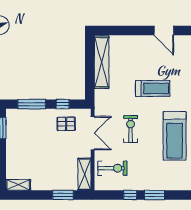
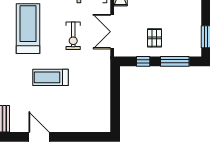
shelving: (102, 62) -> (103, 104), removed
pallet: (66, 124) -> (155, 38), moved, turned 90

